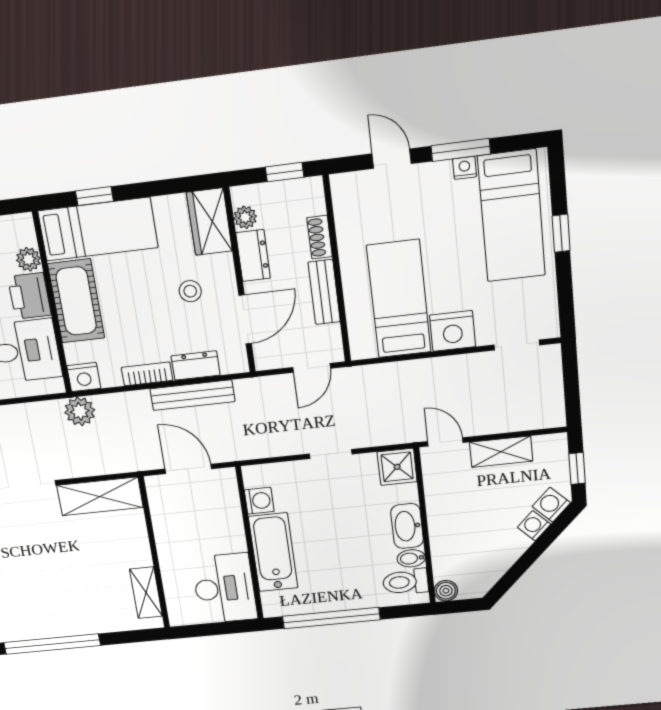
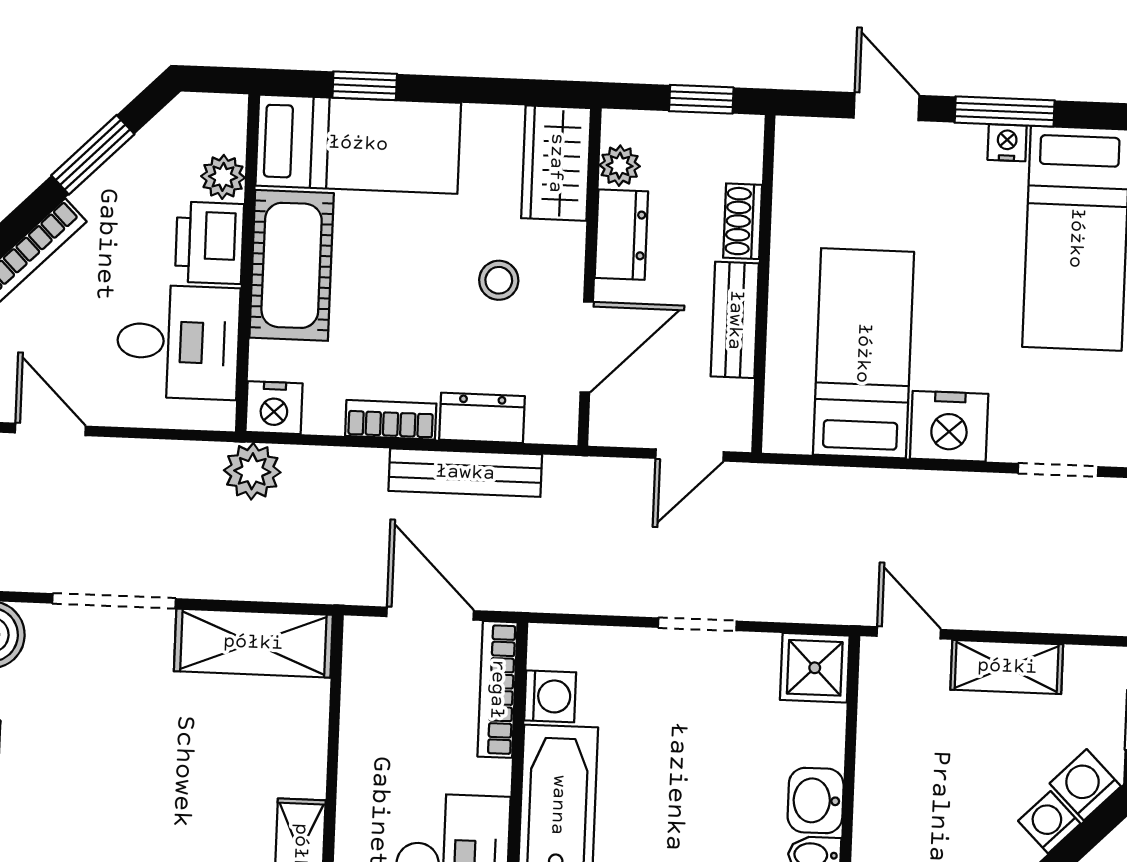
bookcase: (231, 501) -> (497, 689), added
washbasin: (407, 526) -> (816, 801), width x0.72

